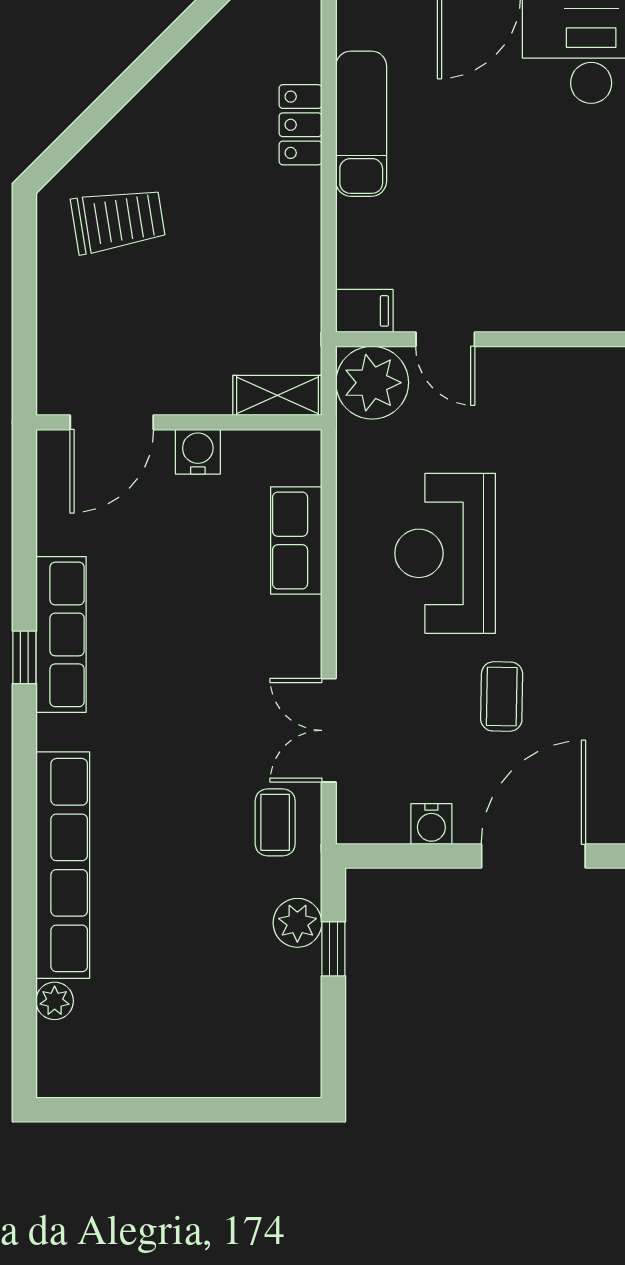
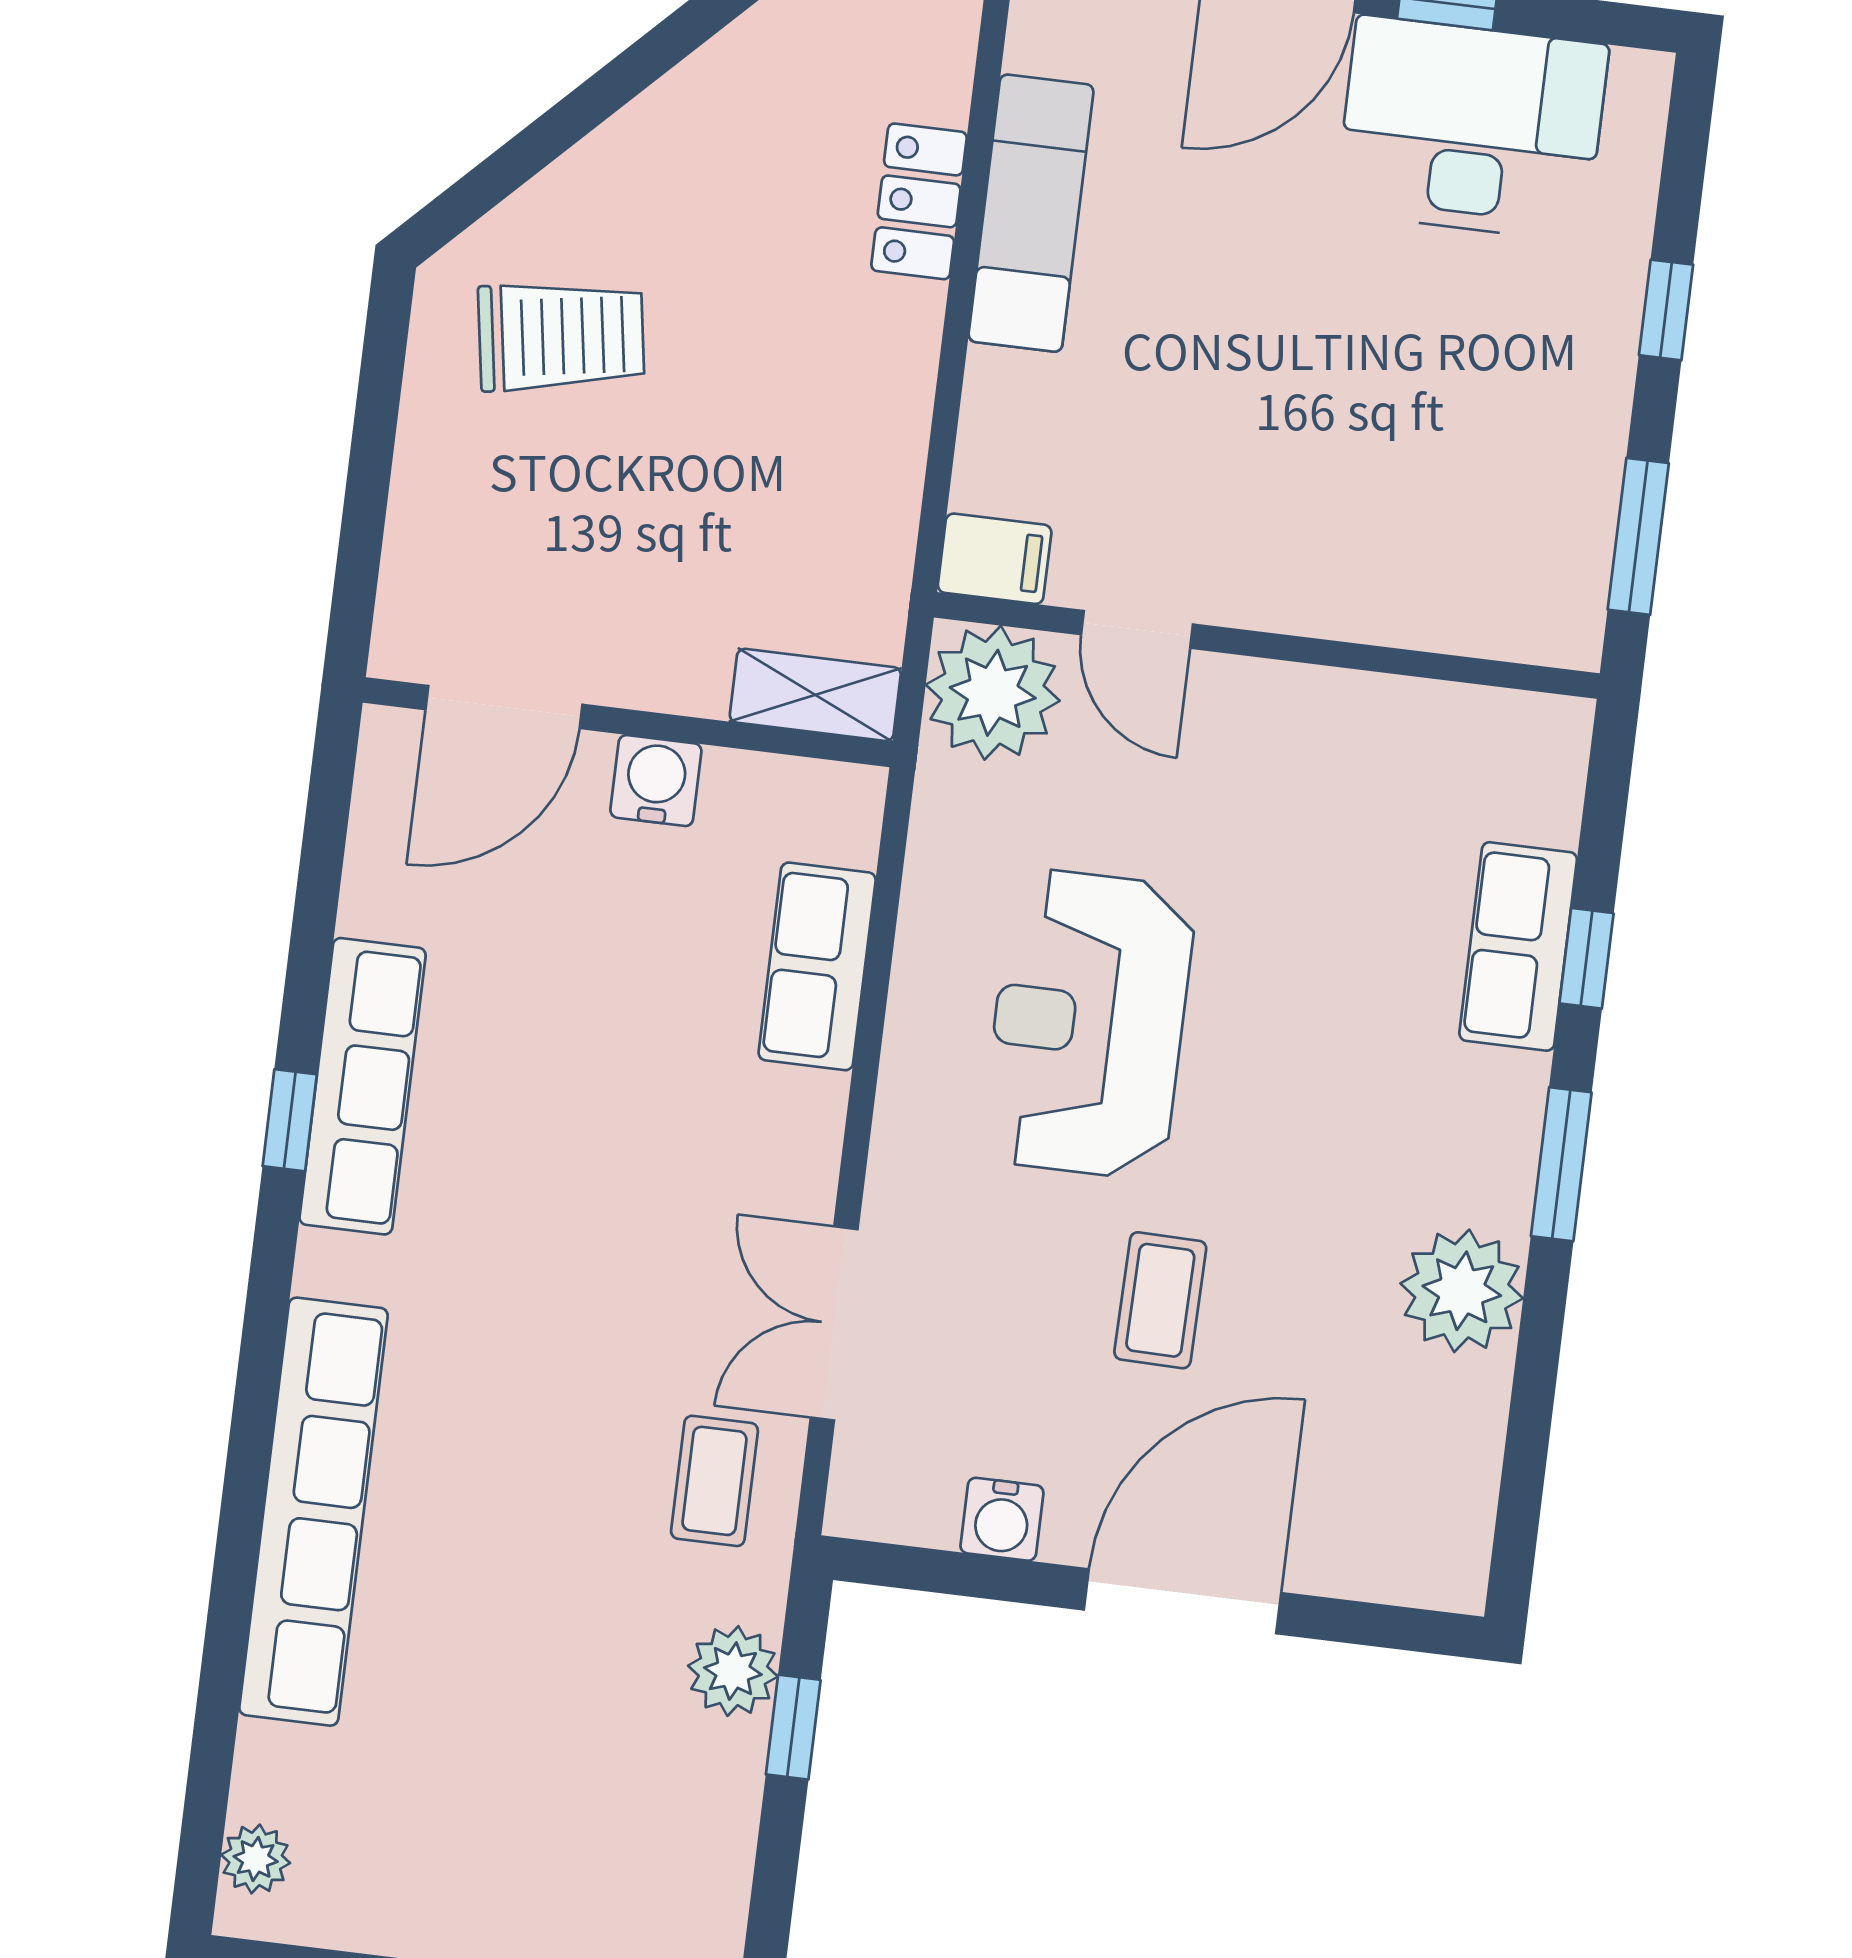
plant: (55, 1001) -> (256, 1859), moved

